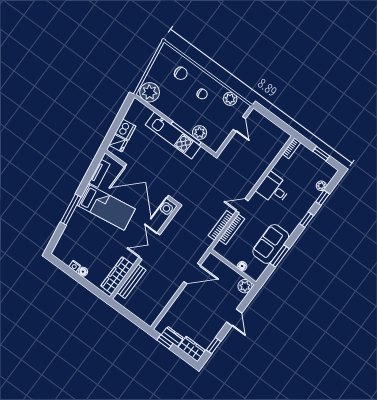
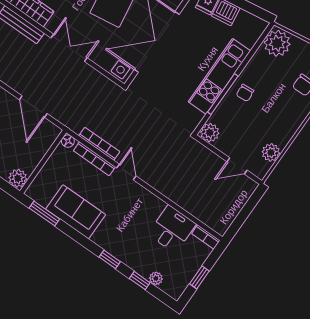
chair: (202, 94) -> (245, 93), moved
plant: (200, 133) -> (210, 133), moved
desk: (274, 189) -> (172, 229), moved
window: (280, 256) -> (44, 214), moved
floor lamp: (242, 266) -> (68, 141), moved

